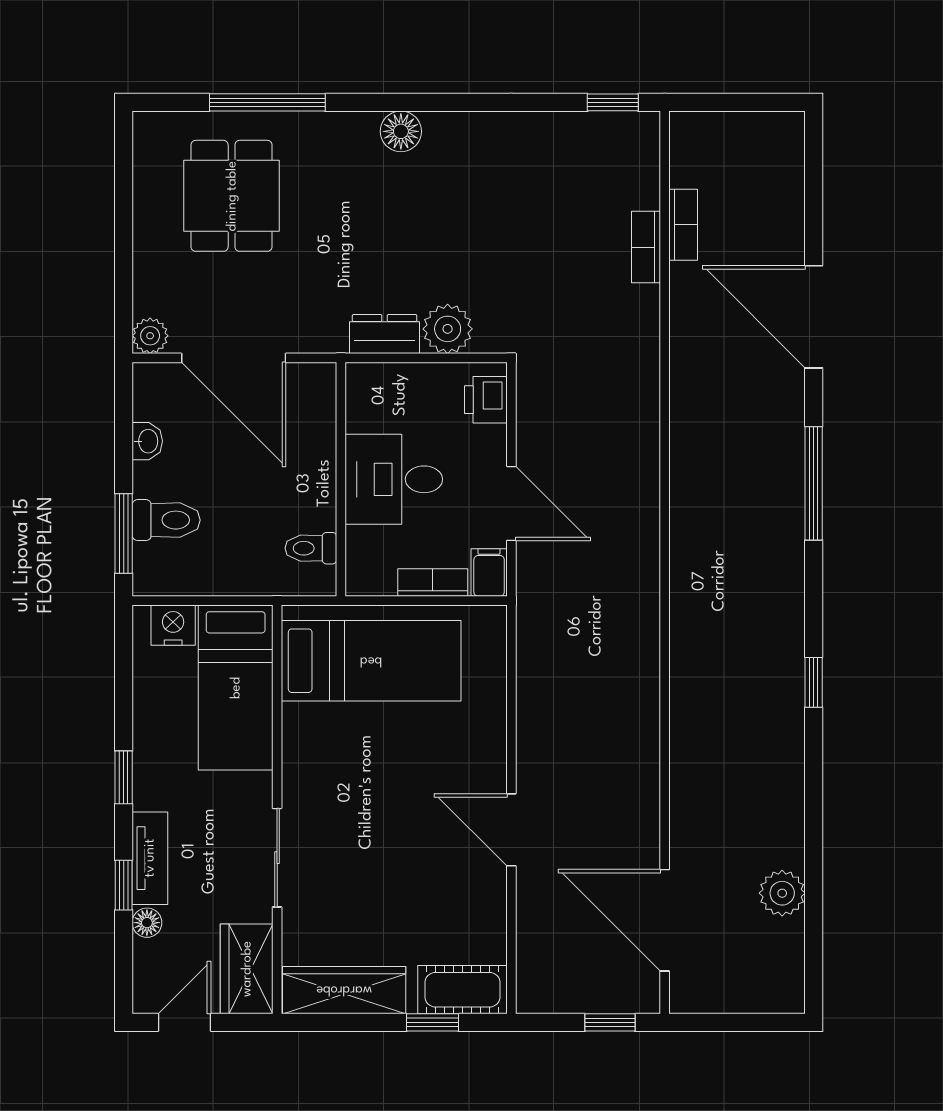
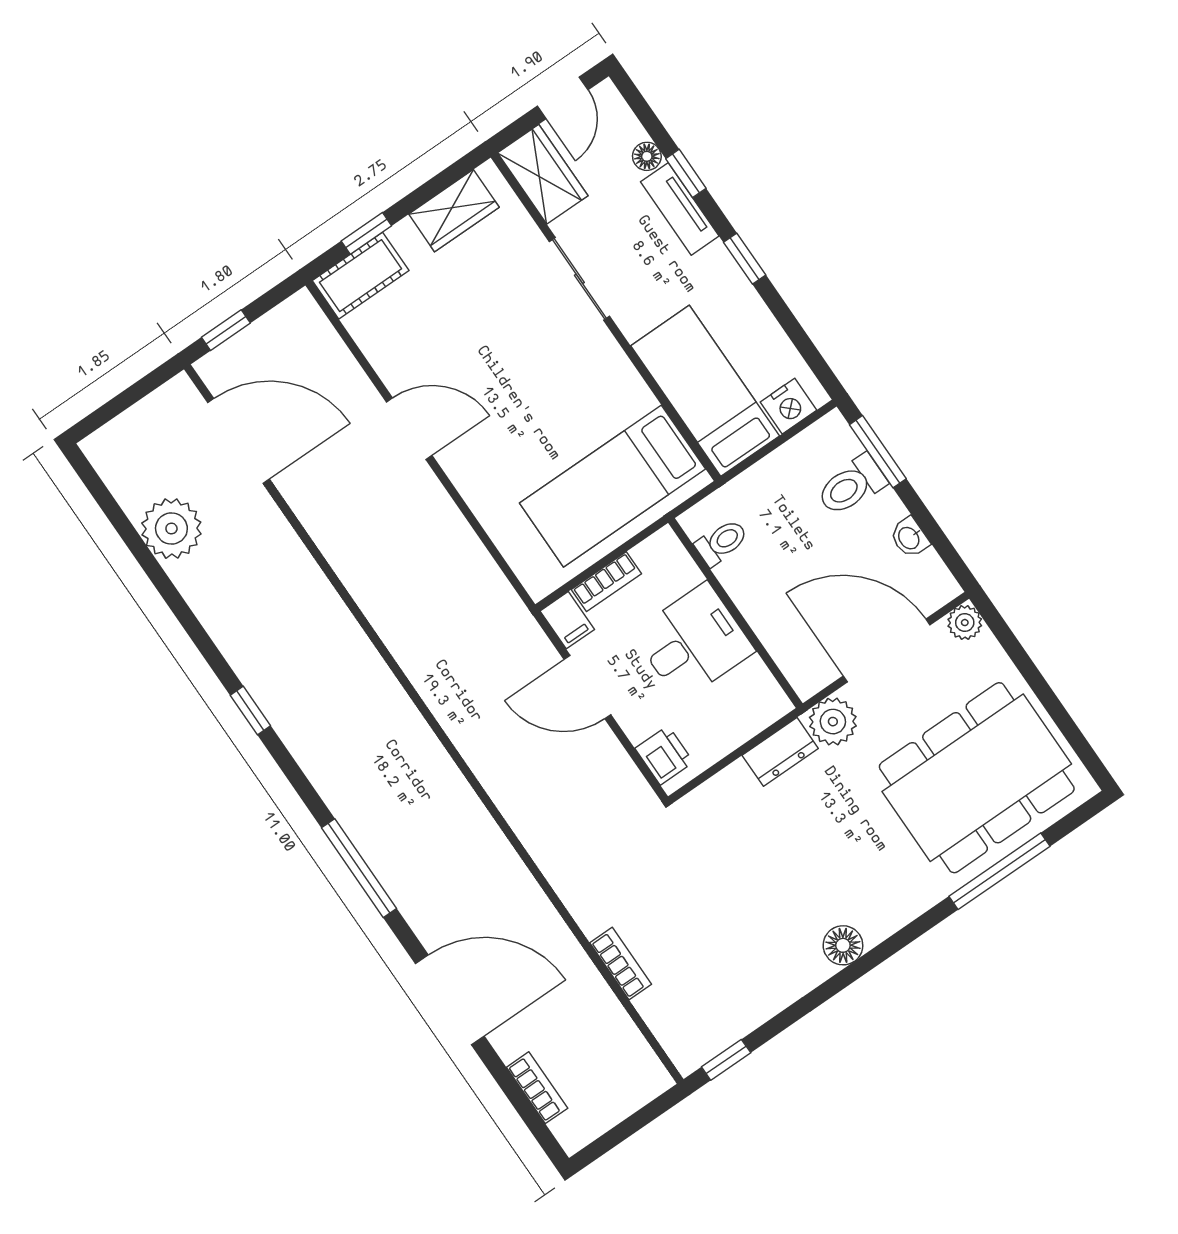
floor lamp: (401, 131) -> (843, 945), moved
dining table: (232, 196) -> (977, 778), width x1.88, depth x1.24
bookcase: (683, 225) -> (537, 1088), moved, turned 180
plant: (448, 329) -> (833, 722), moved
plant: (782, 893) -> (171, 529), width x1.36, depth x1.36
wardrobe: (344, 990) -> (454, 211), width x0.67

